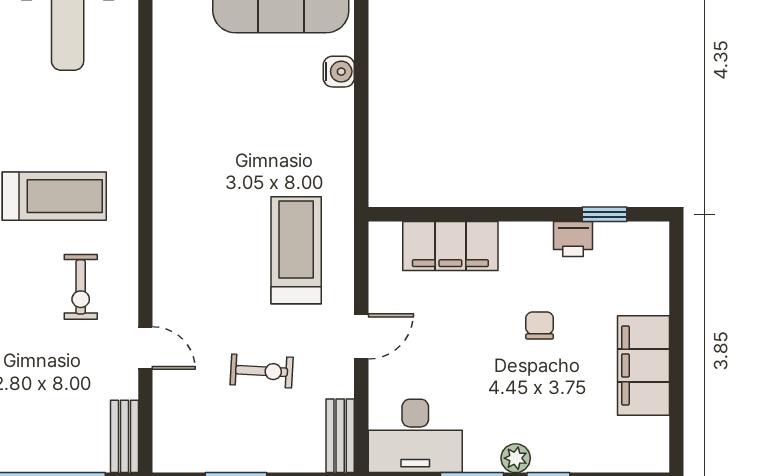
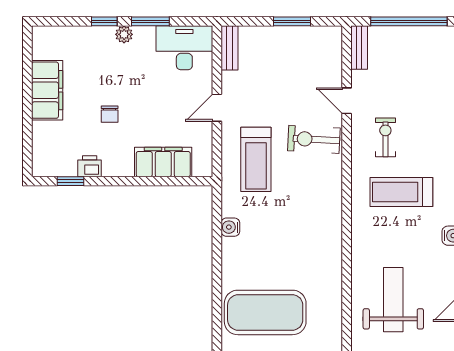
water cooler: (339, 72) -> (230, 227), moved
exercise bike: (262, 371) -> (314, 139), moved, width x1.38, depth x1.39

